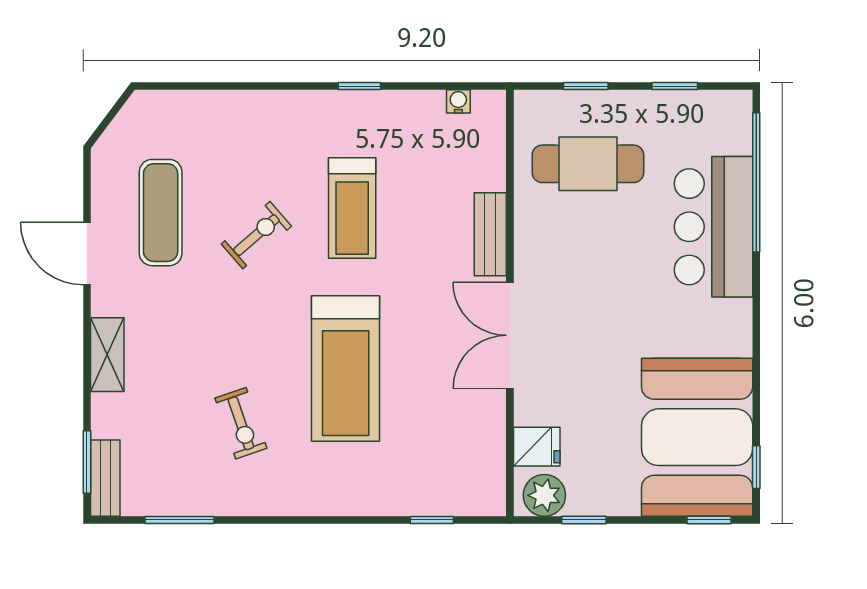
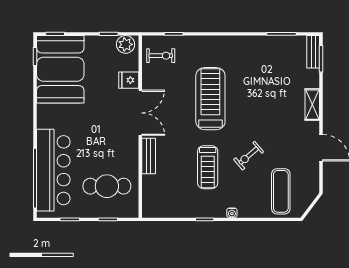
water cooler: (458, 101) -> (232, 213), moved
treadmill: (352, 208) -> (208, 167), turned 180
exercise mat: (161, 213) -> (281, 191), moved
bar counter: (713, 227) -> (53, 170), width x1.36
exercise bike: (241, 423) -> (161, 56), moved, turned 109
fridge: (537, 447) -> (129, 80), moved

